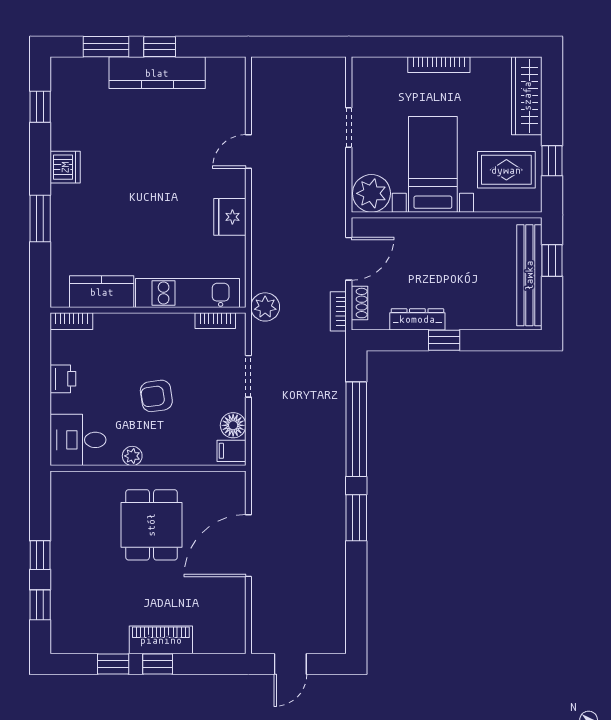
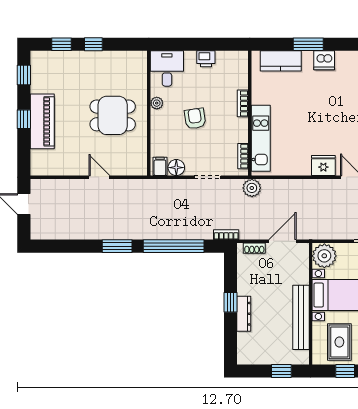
dishwasher: (65, 167) -> (324, 60), moved
fridge: (230, 217) -> (323, 165), moved
door: (349, 259) -> (283, 241), swing flipped
bench: (529, 275) -> (301, 317), moved, turned 90
kitchen counter: (102, 292) -> (281, 61), moved, turned 90
bookcase: (338, 311) -> (226, 235), moved
dresser: (417, 319) -> (244, 314), moved
bookcase: (71, 321) -> (243, 103), moved
door: (248, 546) -> (99, 177), width x0.53
piano: (161, 640) -> (42, 121), width x1.37, depth x1.33
window: (113, 664) -> (24, 75), moved

